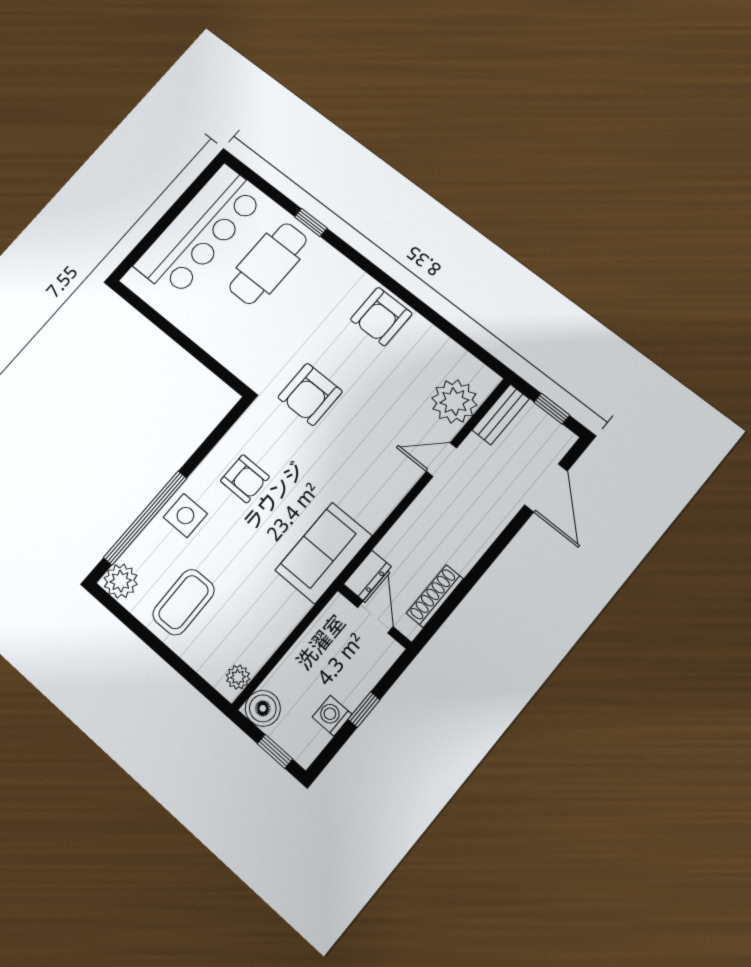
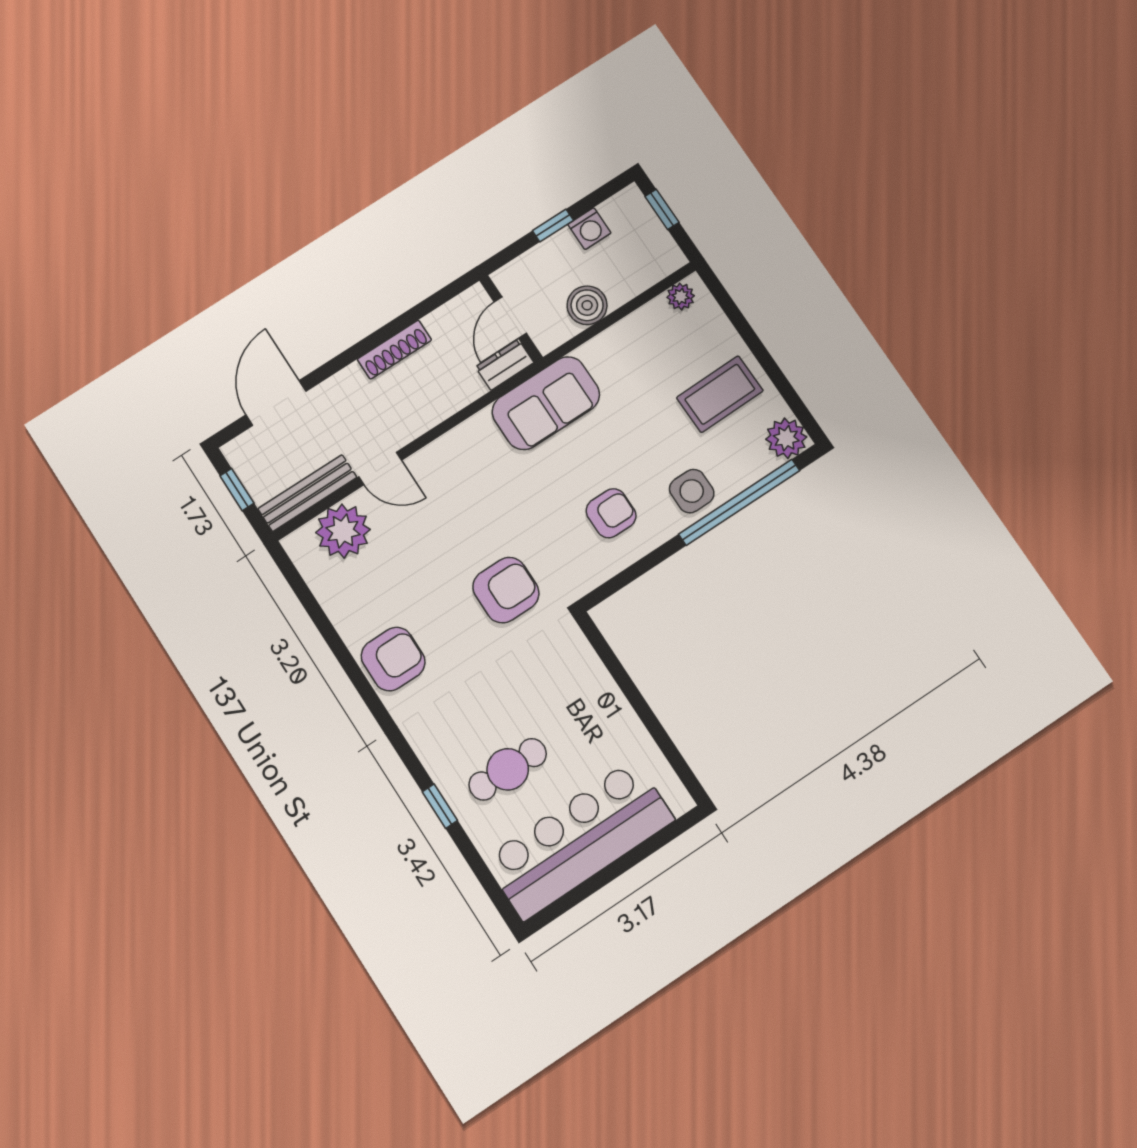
cafe table: (268, 264) -> (508, 769), width x0.73, depth x0.74
bench: (501, 414) -> (307, 493), width x1.36
armchair: (245, 479) -> (611, 513), turned 90
shoe rack: (435, 596) -> (394, 350), moved
boiler: (263, 708) -> (587, 305), moved

